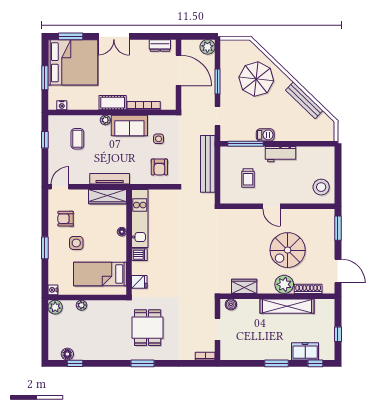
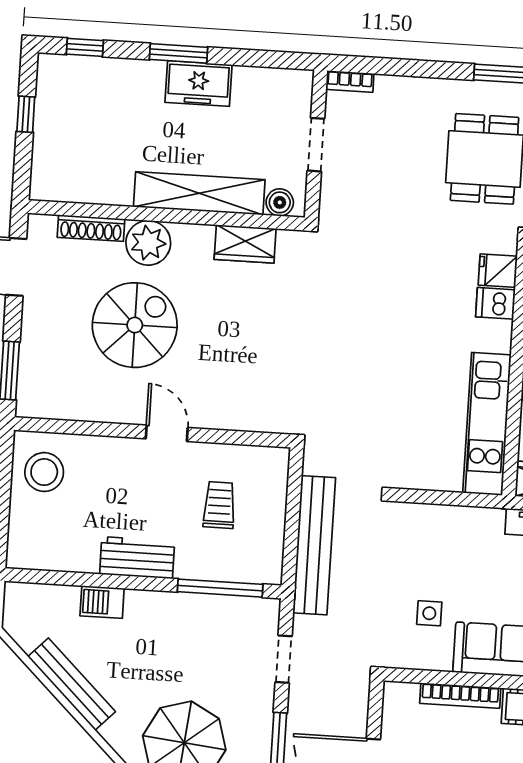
barbecue: (265, 135) -> (102, 602), moved
armchair: (159, 167) -> (432, 545), removed
dishwasher: (139, 255) -> (495, 303), moved
shelving: (287, 306) -> (199, 193), moved
freezer: (305, 351) -> (199, 84), moved

